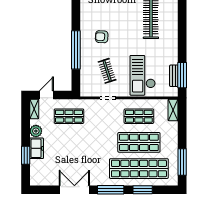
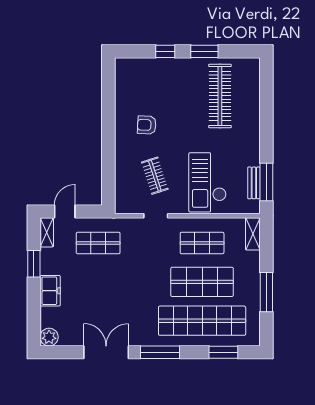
window: (76, 50) -> (108, 145), removed
plant: (36, 131) -> (49, 337), moved
window: (26, 155) -> (34, 264), moved
window: (182, 162) -> (266, 292), moved
window: (143, 190) -> (223, 352), moved

